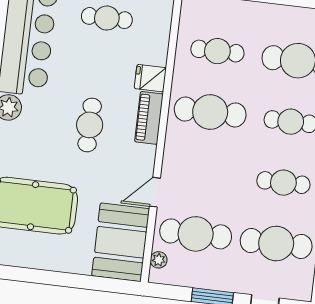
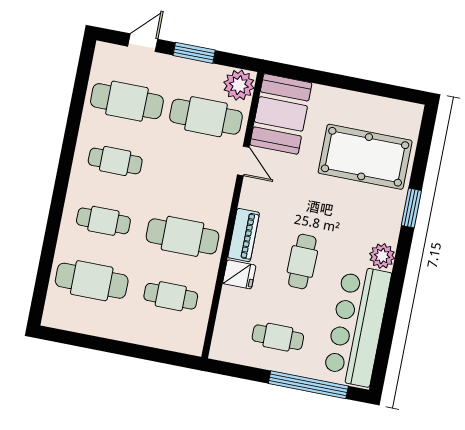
cafe table: (90, 125) -> (302, 261), moved
door: (155, 192) -> (243, 161), hinge flipped
plant: (159, 260) -> (239, 85), width x1.88, depth x1.88

